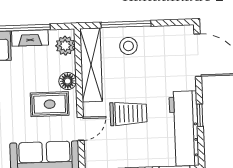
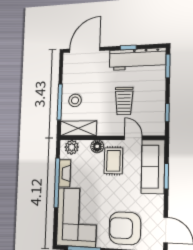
shelving: (91, 65) -> (78, 128), width x0.68
trolley: (128, 114) -> (124, 101), turned 180

